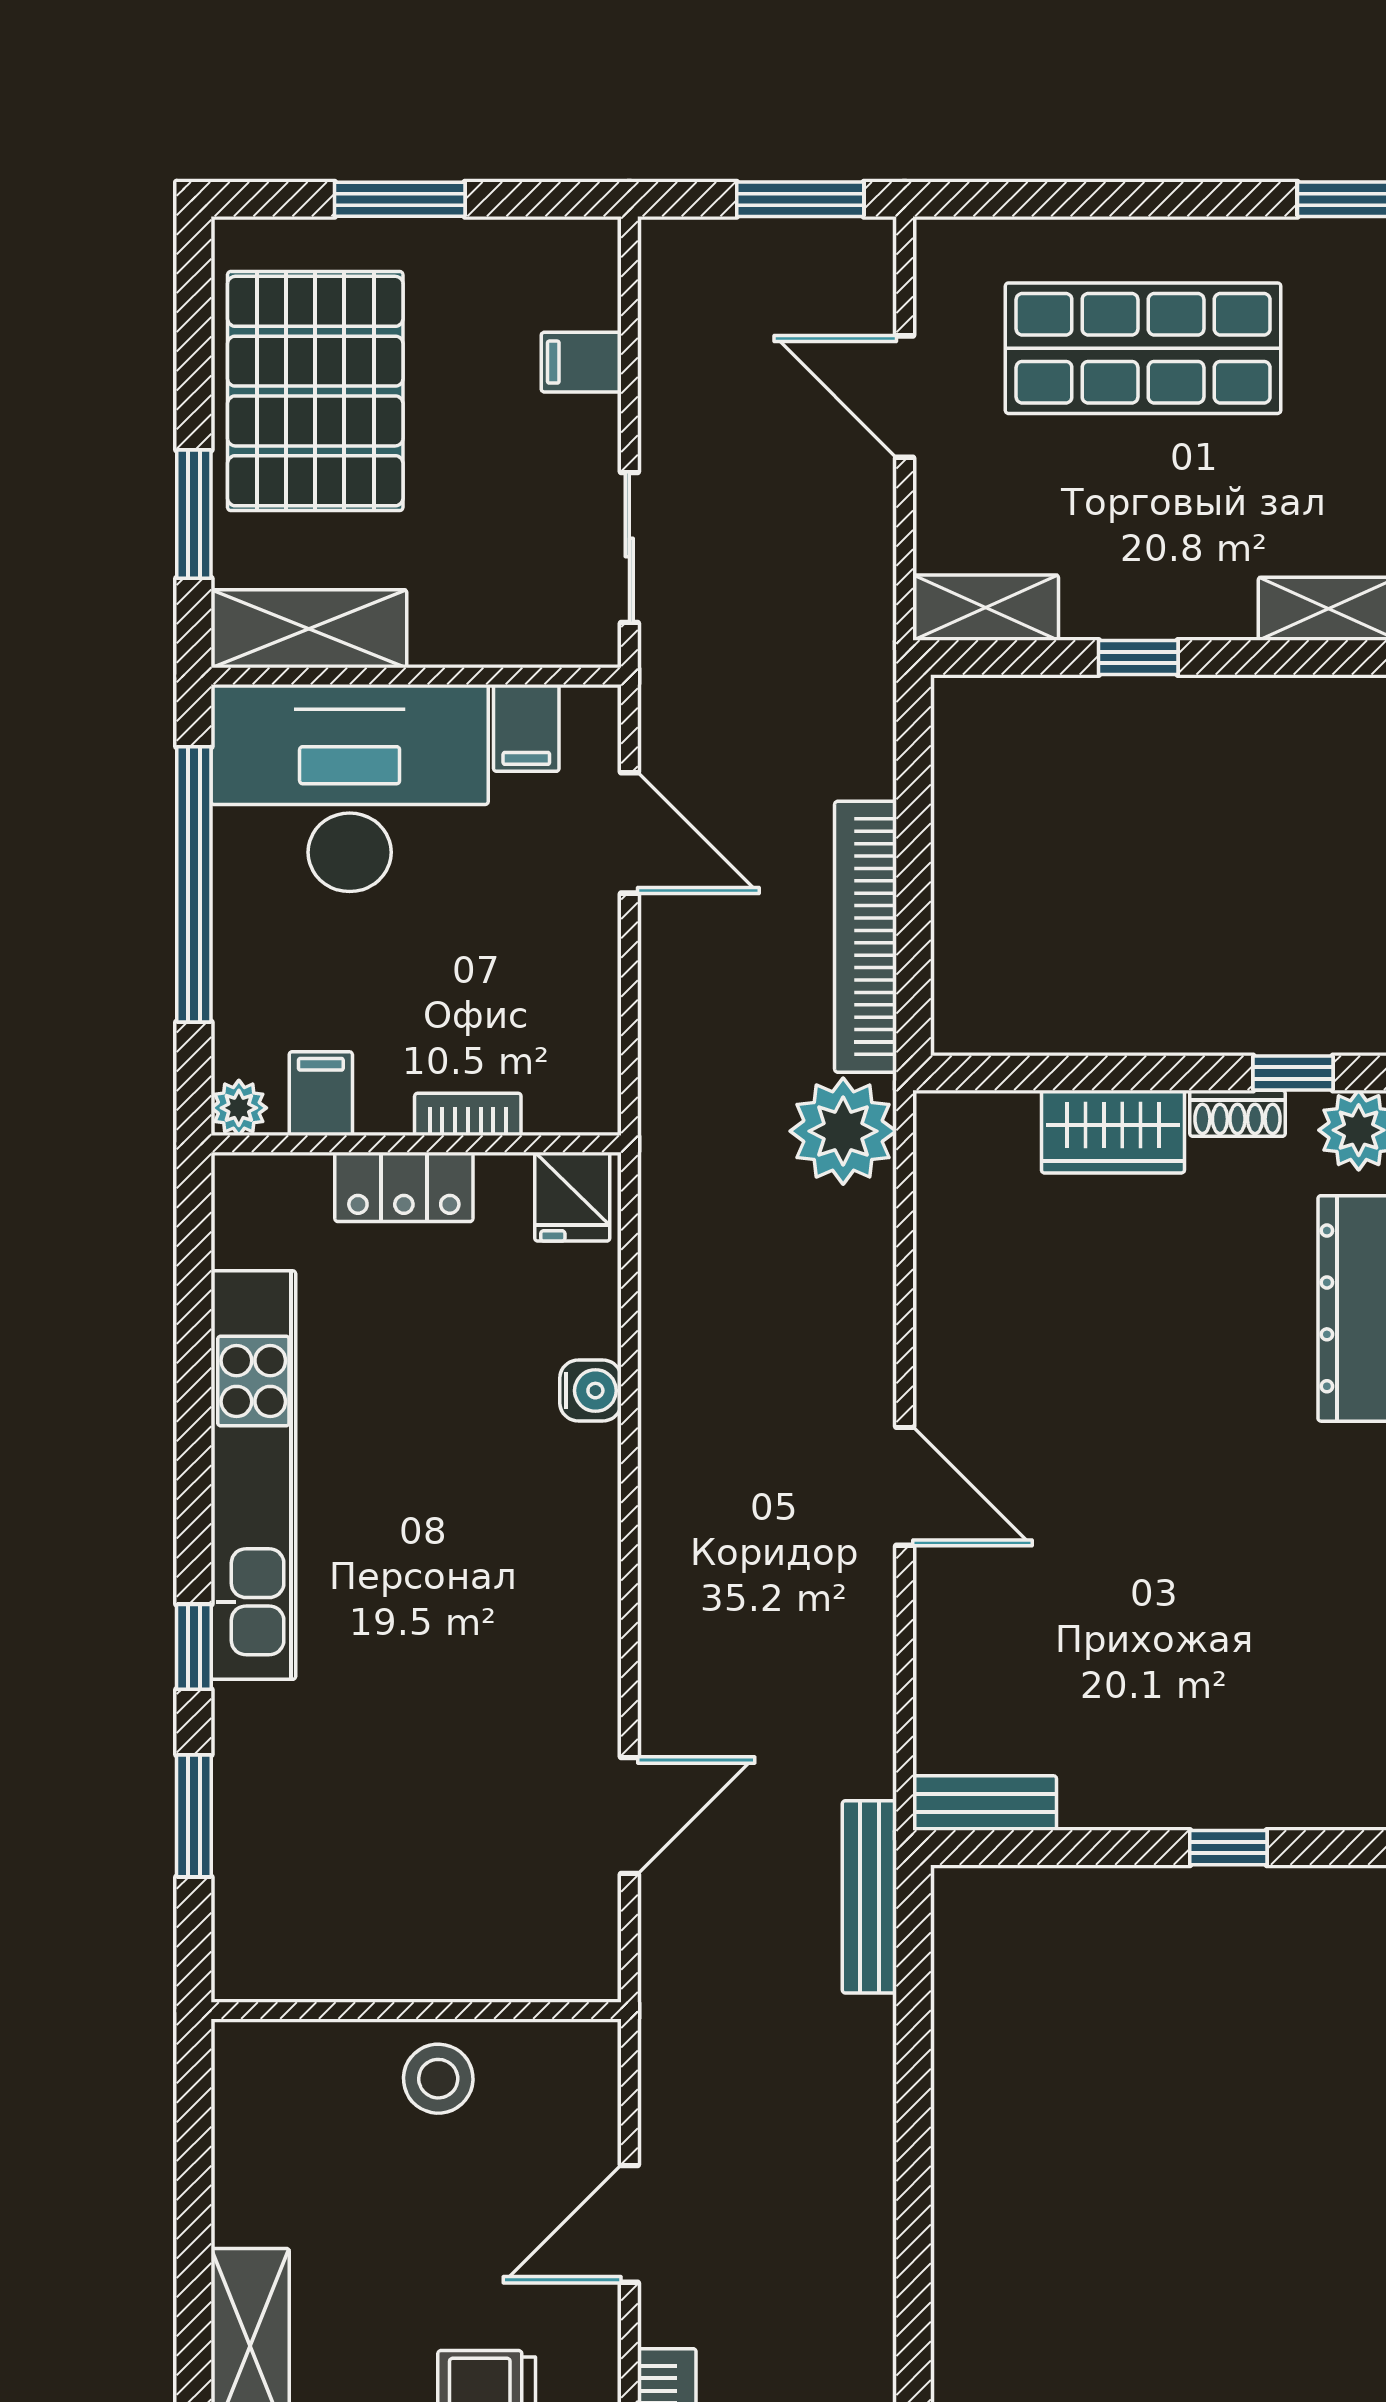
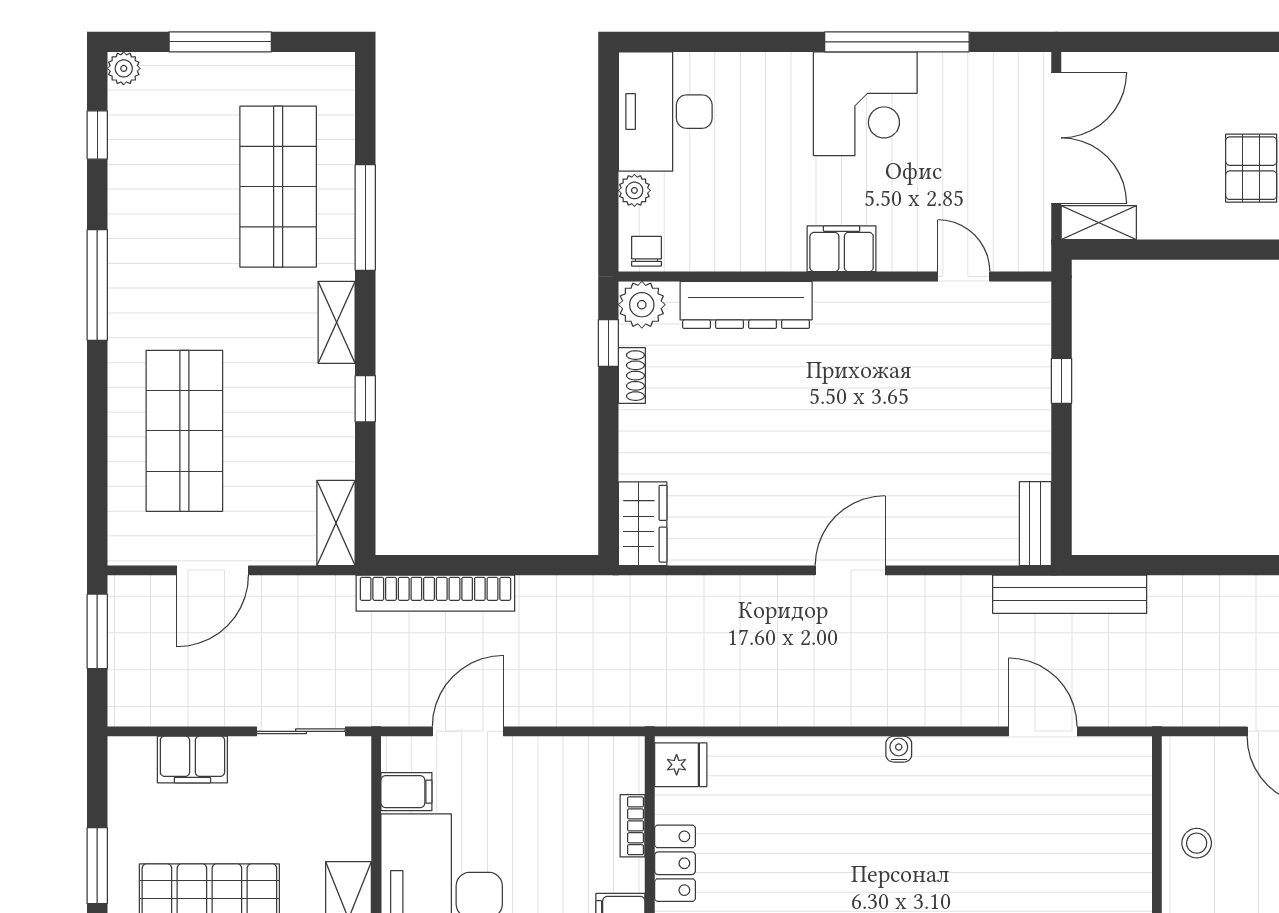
filing cabinet: (581, 362) -> (192, 760), width x2.00
window: (1138, 657) -> (365, 399), moved
bookcase: (866, 937) -> (435, 593), moved
plant: (843, 1131) -> (642, 606), removed
wardrobe: (1113, 1132) -> (643, 524), moved
water cooler: (591, 1391) -> (899, 749), moved, width x0.72, depth x0.72
bench: (869, 1897) -> (1070, 594), width x1.37, depth x1.21
stool: (438, 2079) -> (1197, 843), width x0.73, depth x0.73

